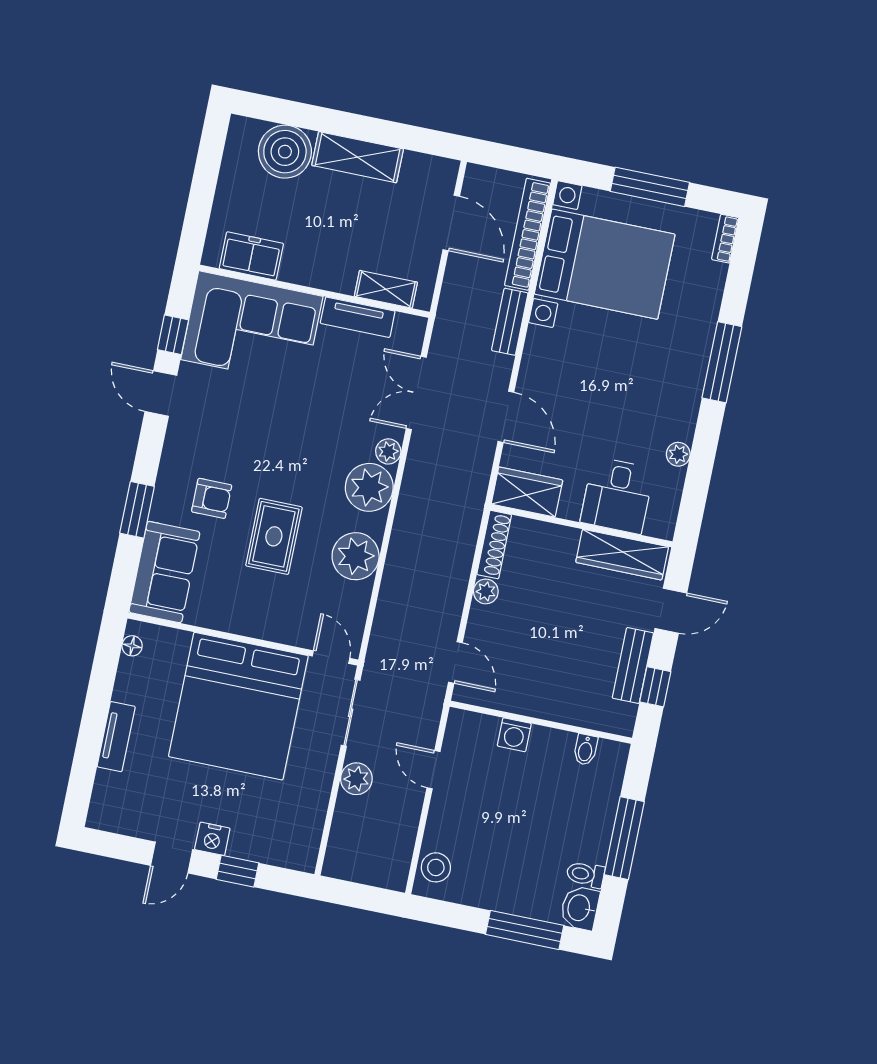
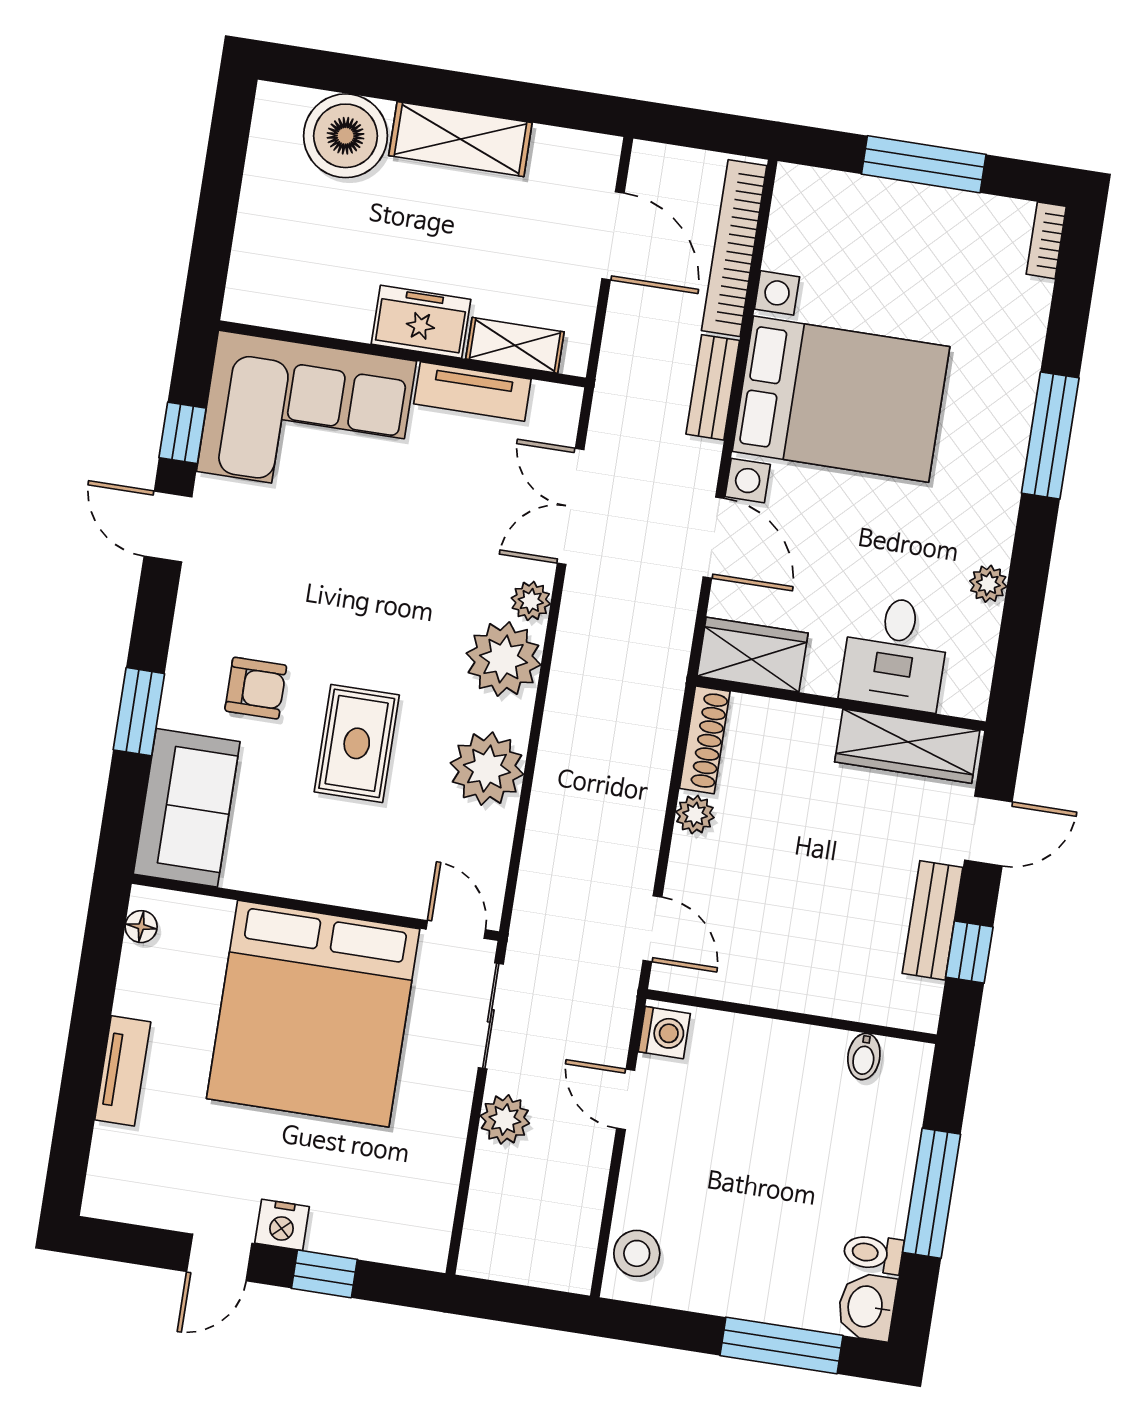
freezer: (251, 256) -> (421, 322), moved
bed with nightstands: (605, 264) -> (841, 399), moved
washing machine: (514, 735) -> (664, 1033), moved, turned -90

